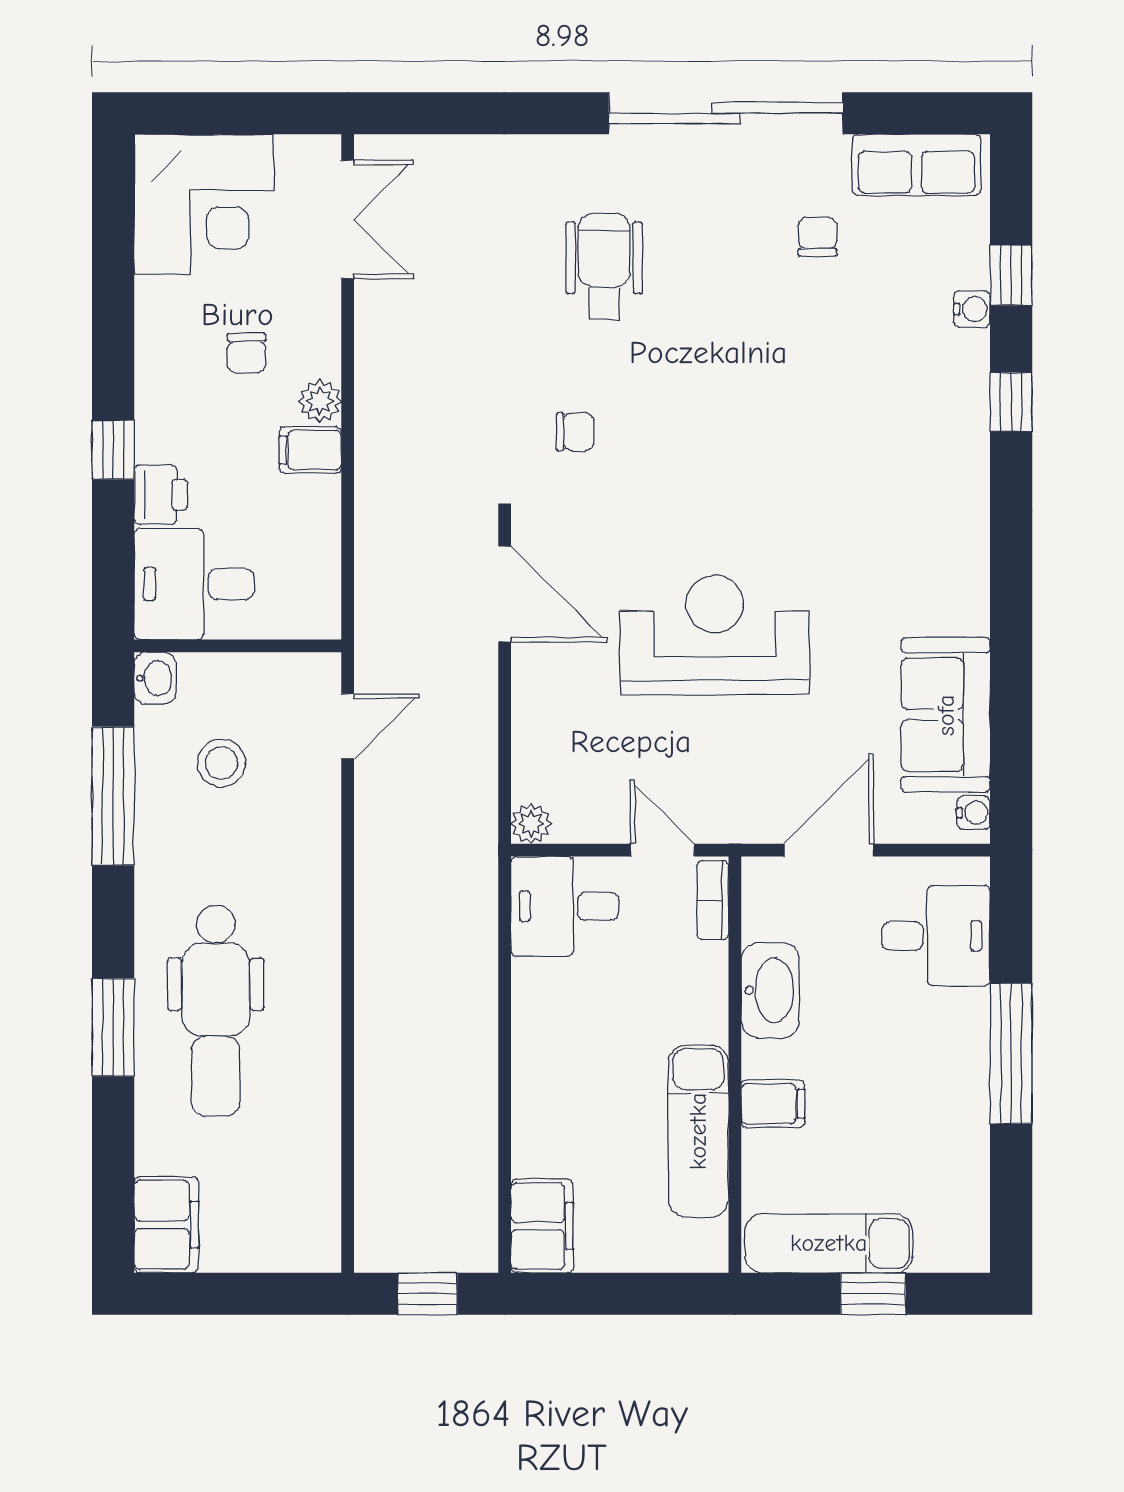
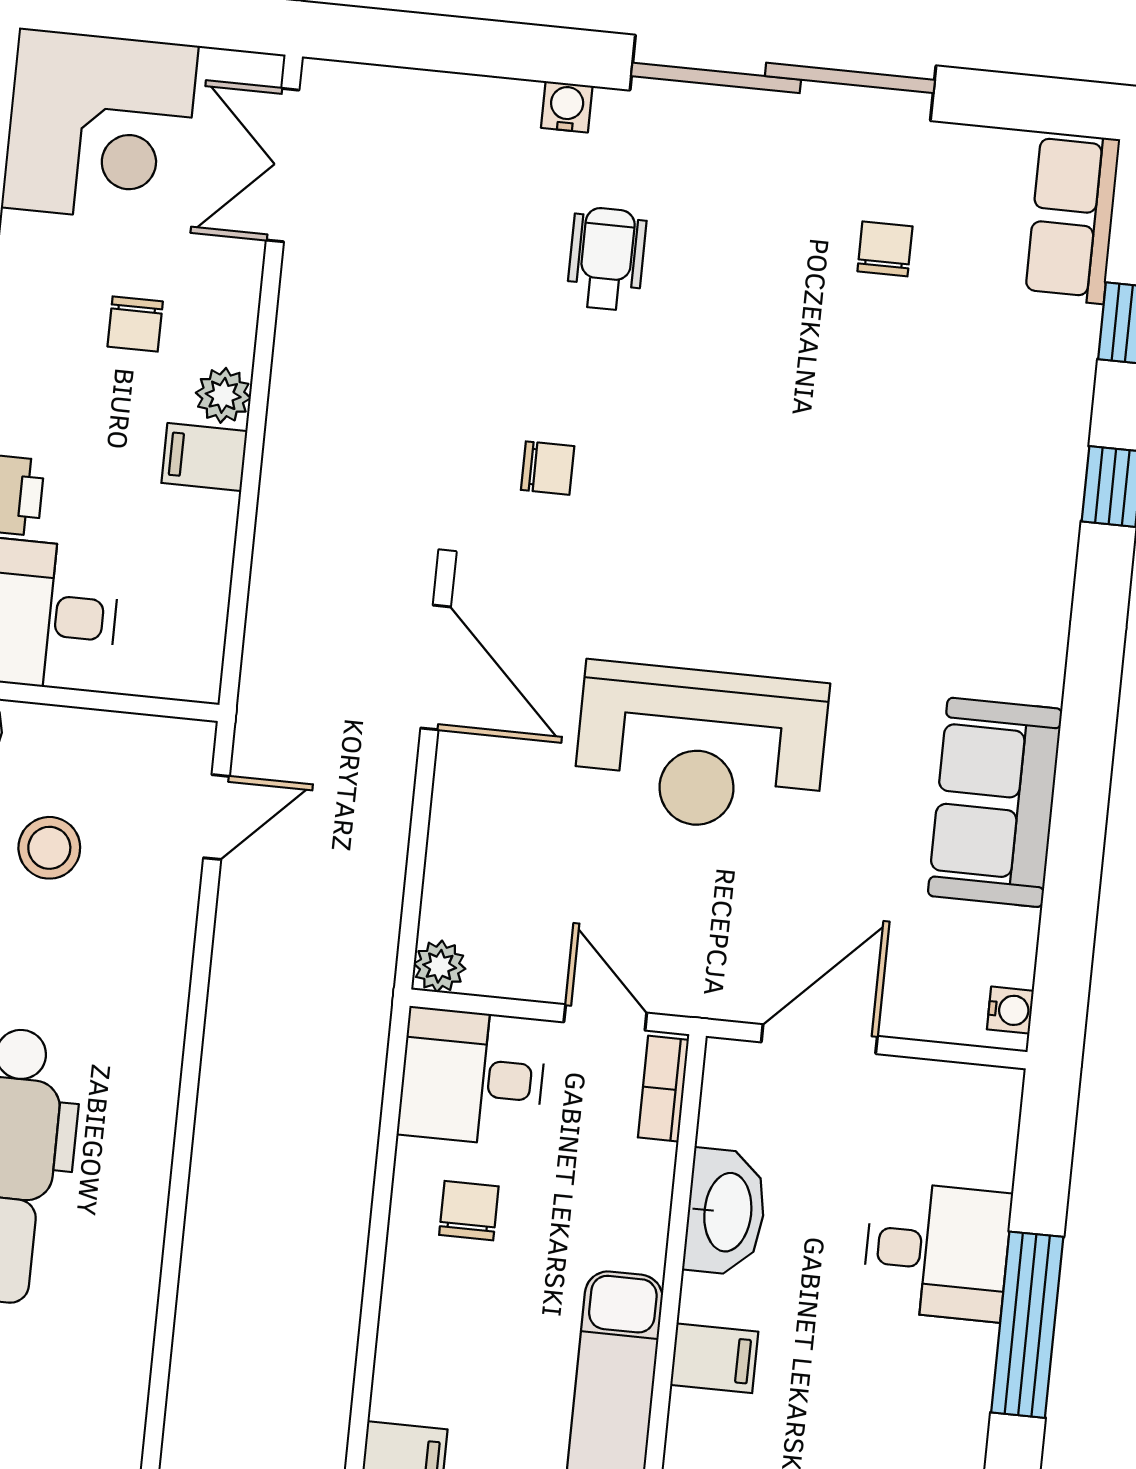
row of seats: (916, 165) -> (1073, 218), moved, turned 90
double door: (348, 219) -> (283, 165), swing flipped
wheelchair: (604, 266) -> (607, 259), width x0.73, depth x0.73
water cooler: (972, 309) -> (567, 107), moved, turned -90
reception desk: (715, 635) -> (701, 748), turned 180
sofa: (946, 715) -> (995, 802), moved
desk: (936, 936) -> (937, 1251), moved
chair: (573, 1009) -> (469, 1211), added

